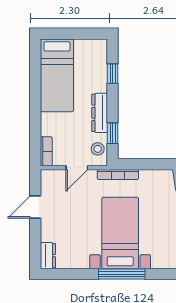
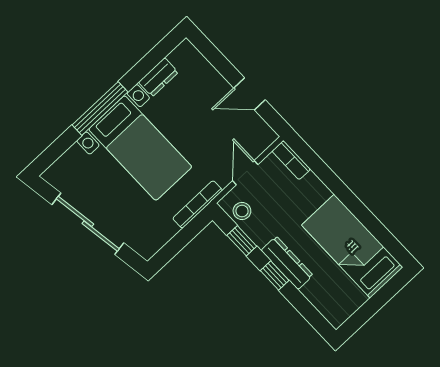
window: (113, 74) -> (275, 275), moved
dresser: (100, 113) -> (287, 263), moved
door: (35, 207) -> (250, 94), swing flipped
dresser: (48, 256) -> (158, 77), moved, turned -90

